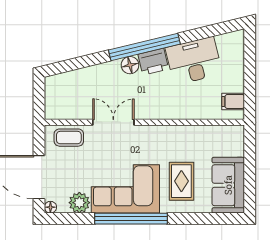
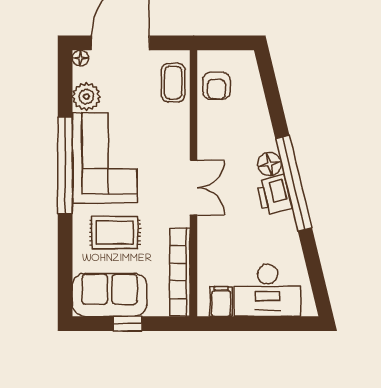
desk: (194, 61) -> (268, 290), moved, turned 104
armchair: (71, 105) -> (216, 86), added
double door: (113, 122) -> (194, 188), moved
bookcase: (211, 132) -> (180, 272), added
window: (250, 172) -> (128, 324), added

